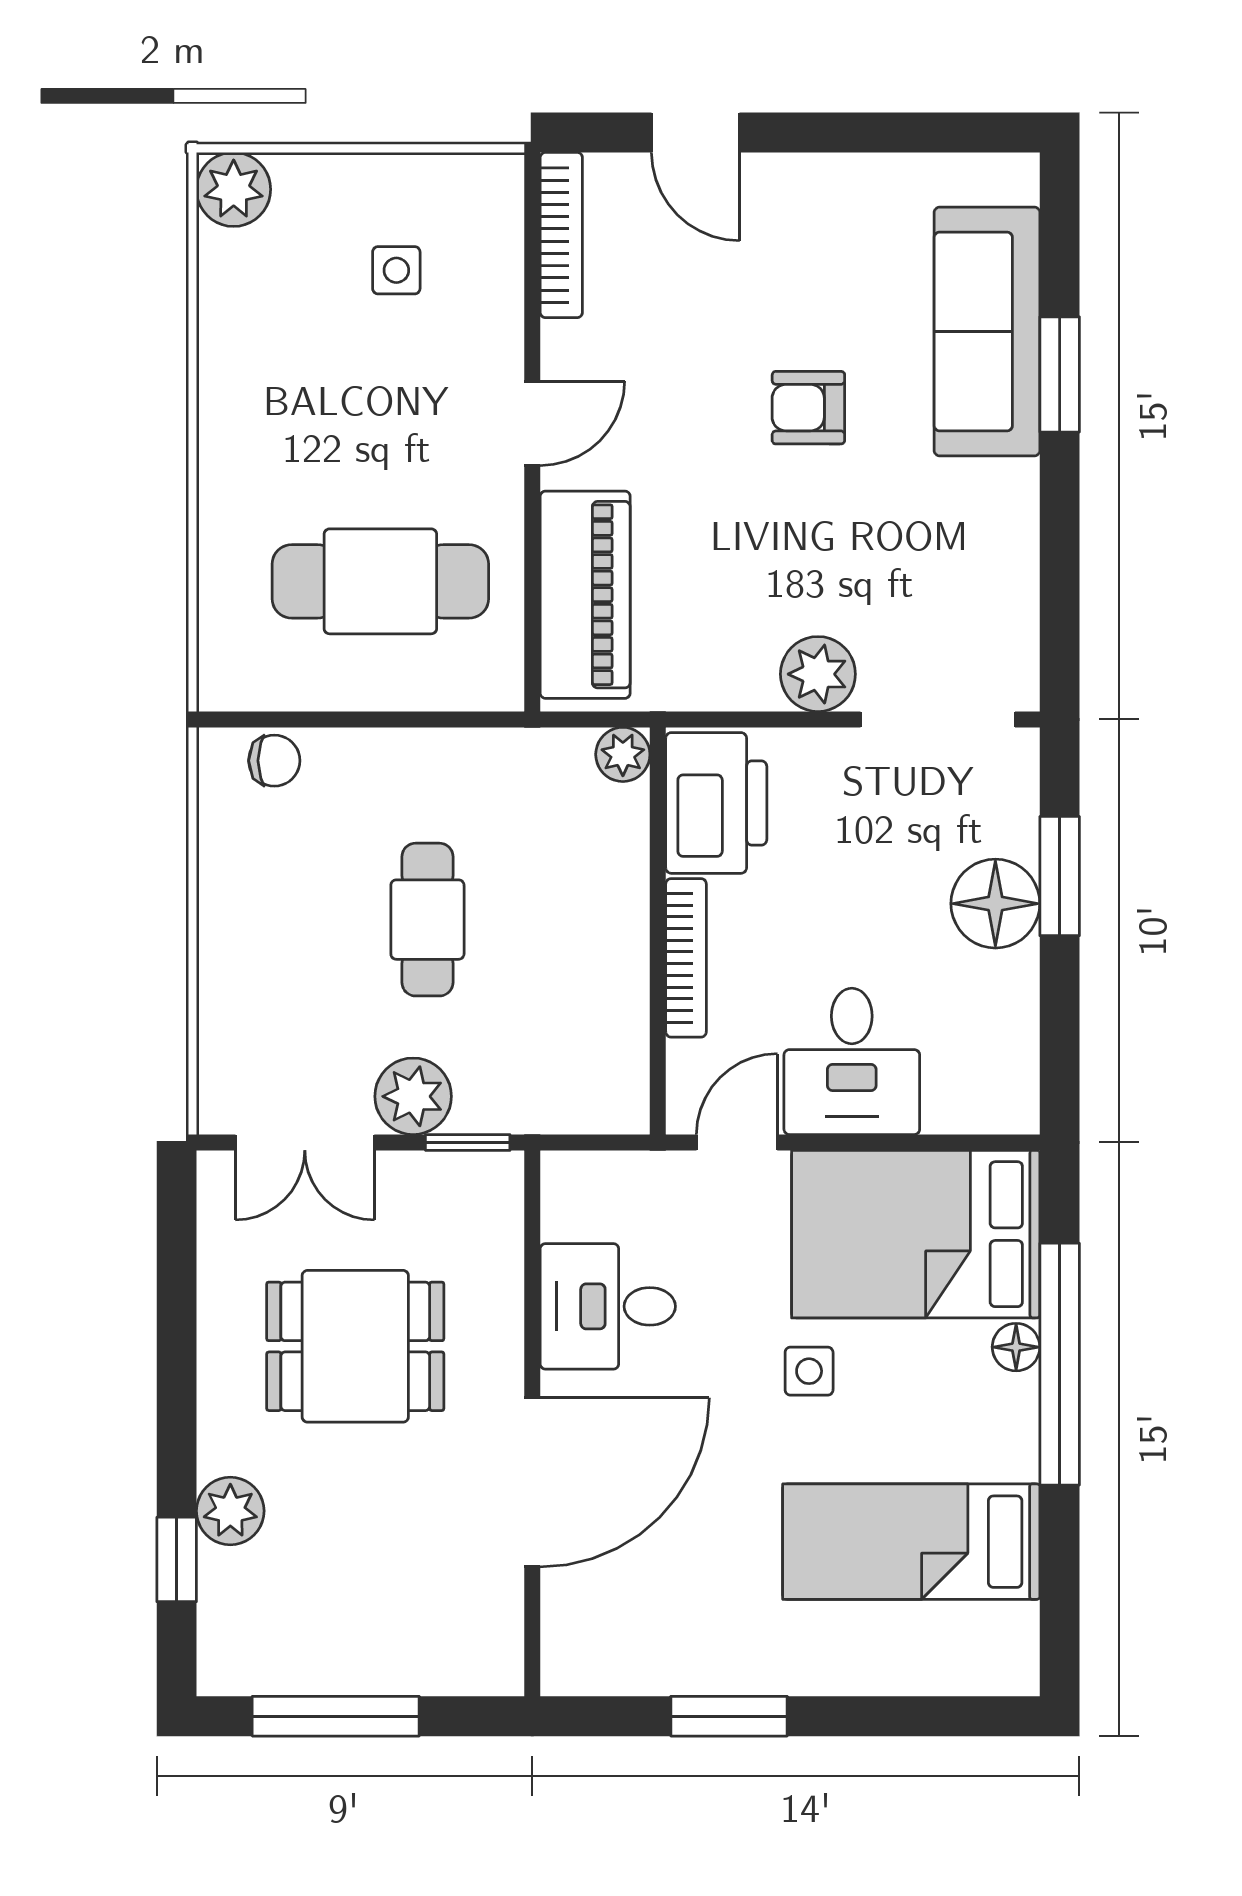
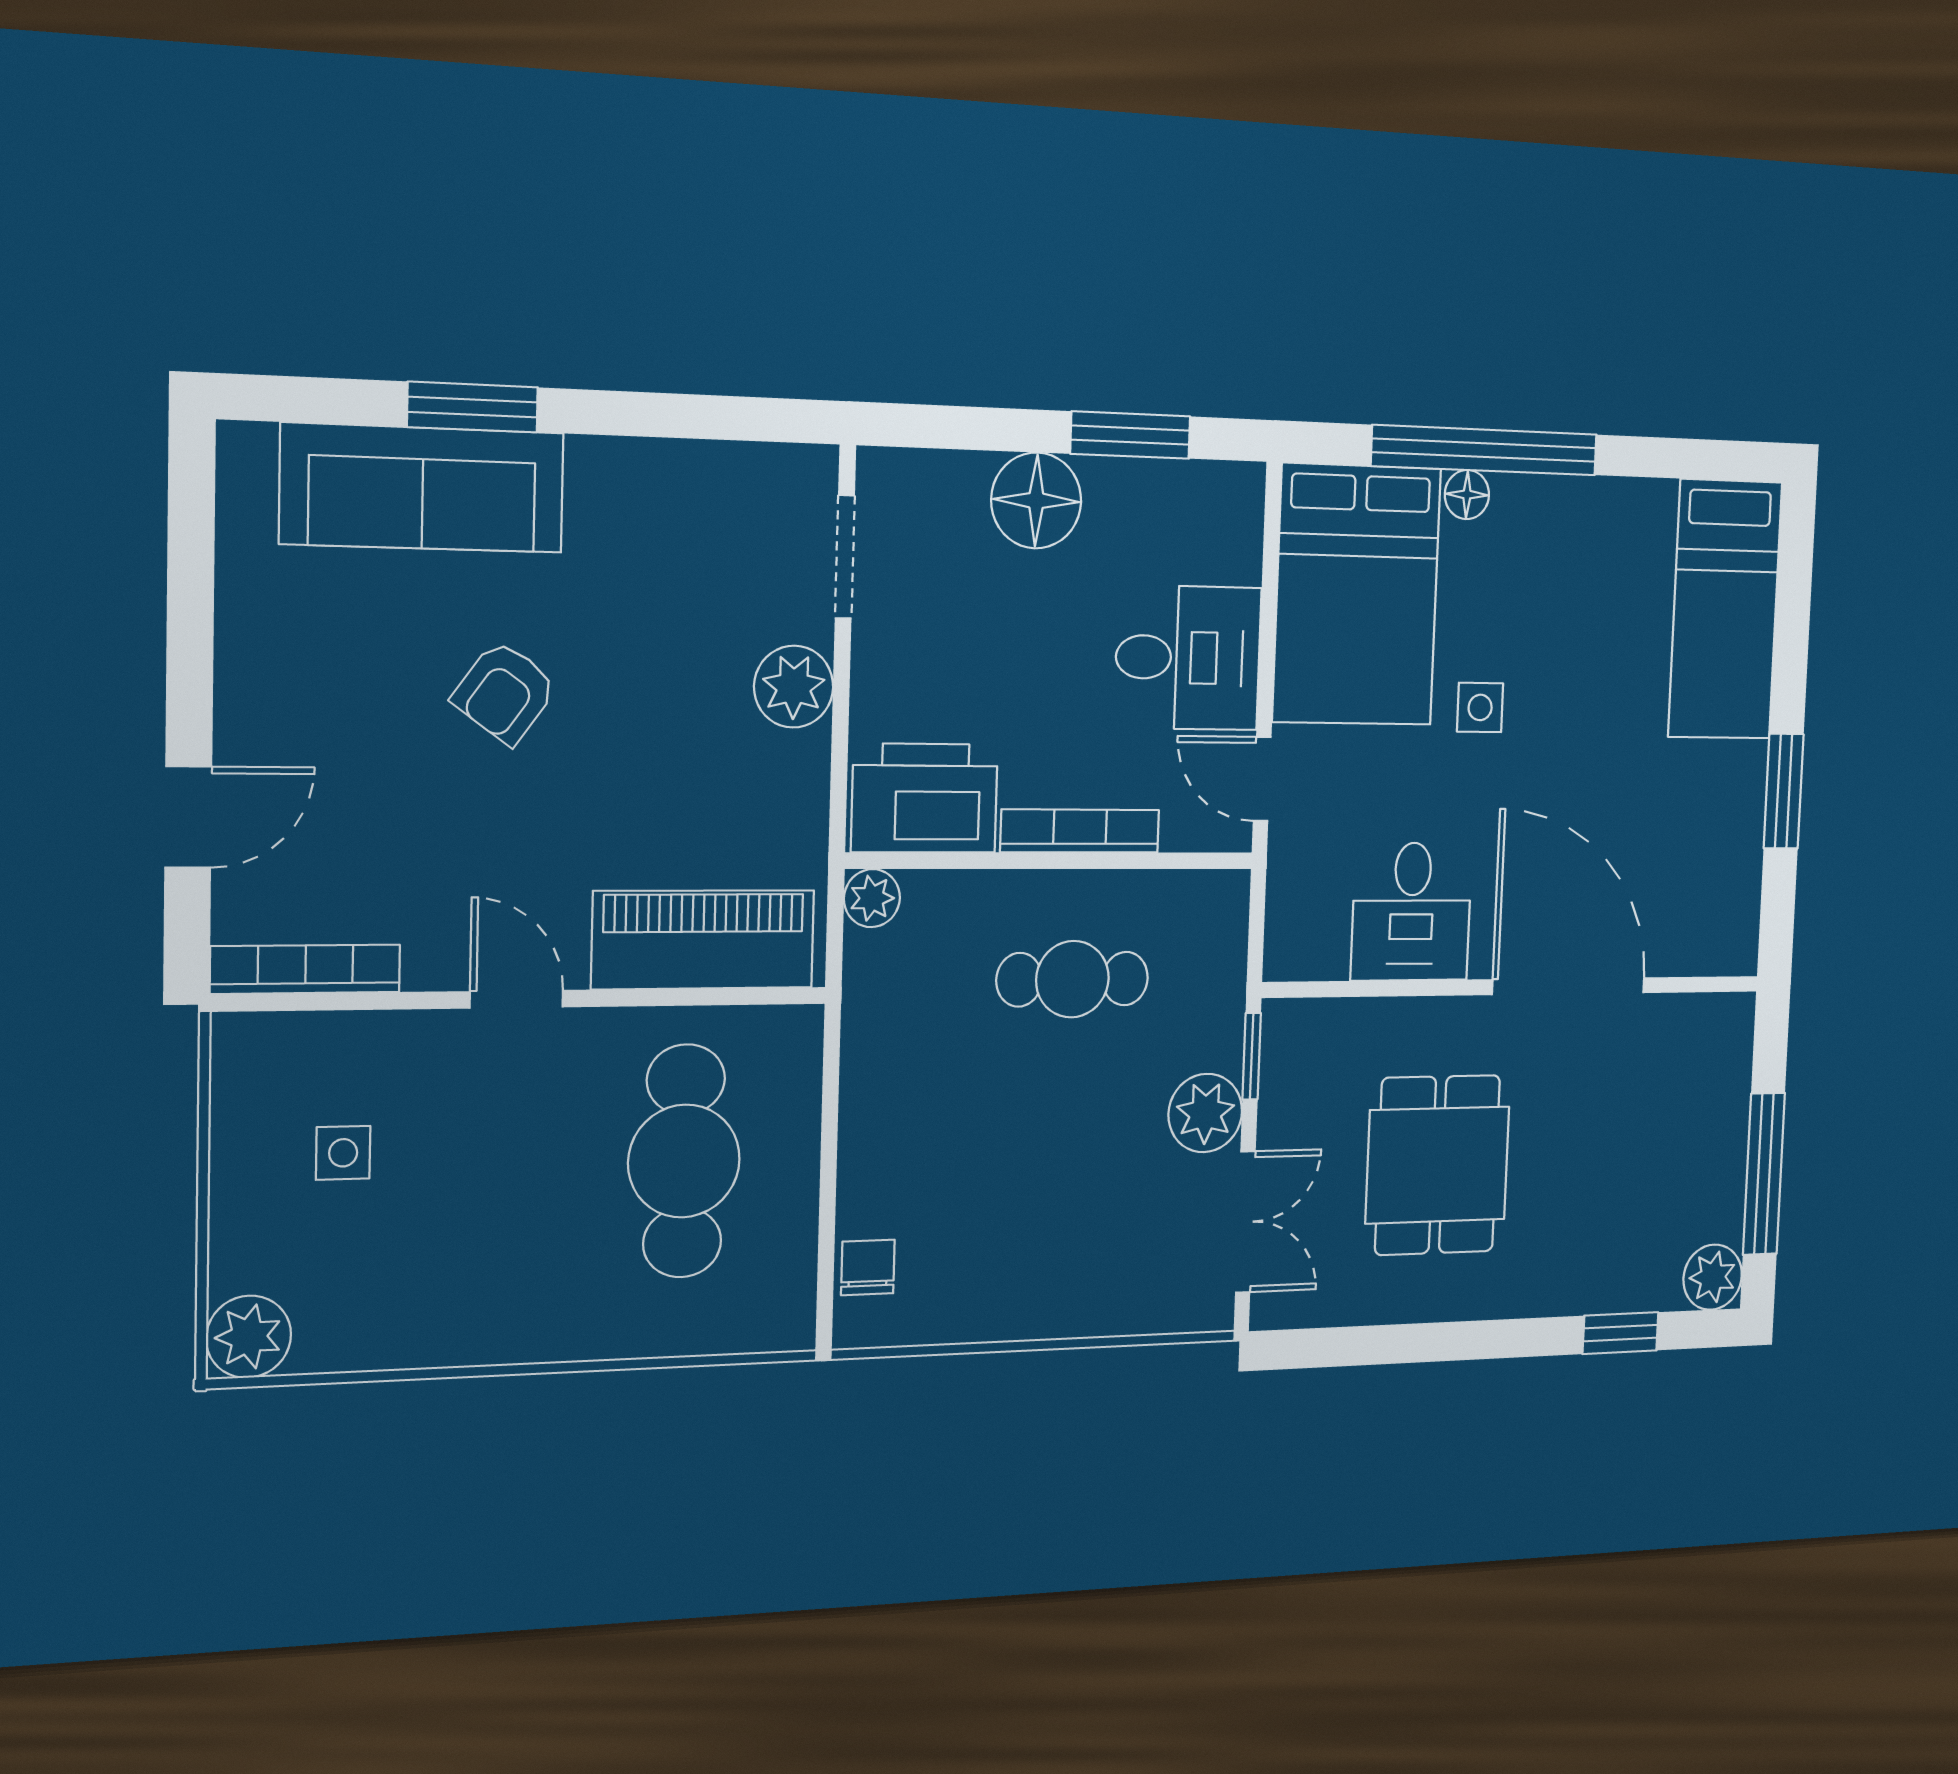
armchair: (808, 408) -> (505, 692), turned 36
doorway: (938, 719) -> (845, 557), width x0.73
window: (1060, 876) -> (1130, 435), moved
cafe table: (427, 920) -> (1072, 979), moved
plant: (230, 1511) -> (1713, 1277), moved
bed: (911, 1542) -> (1725, 609), moved

